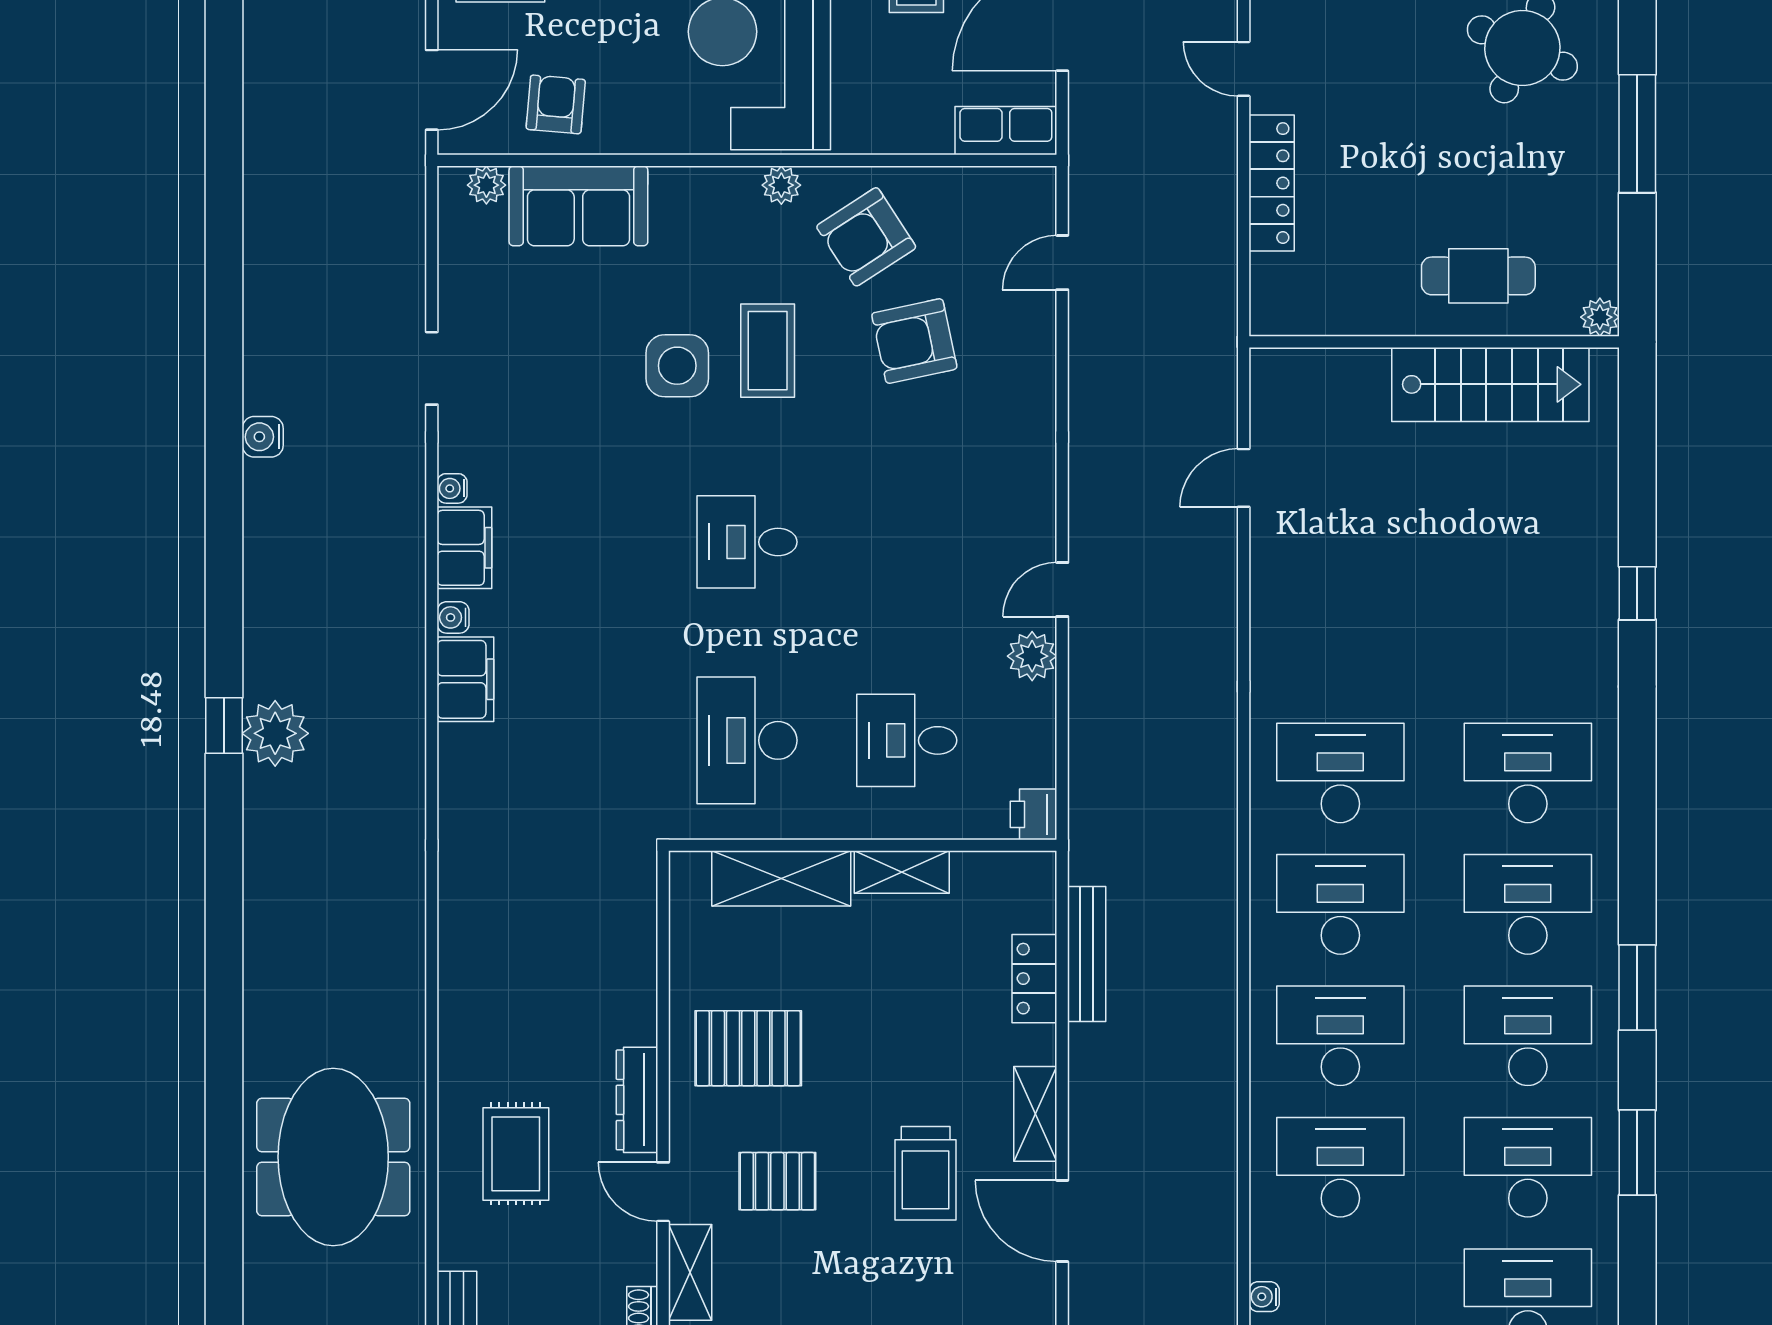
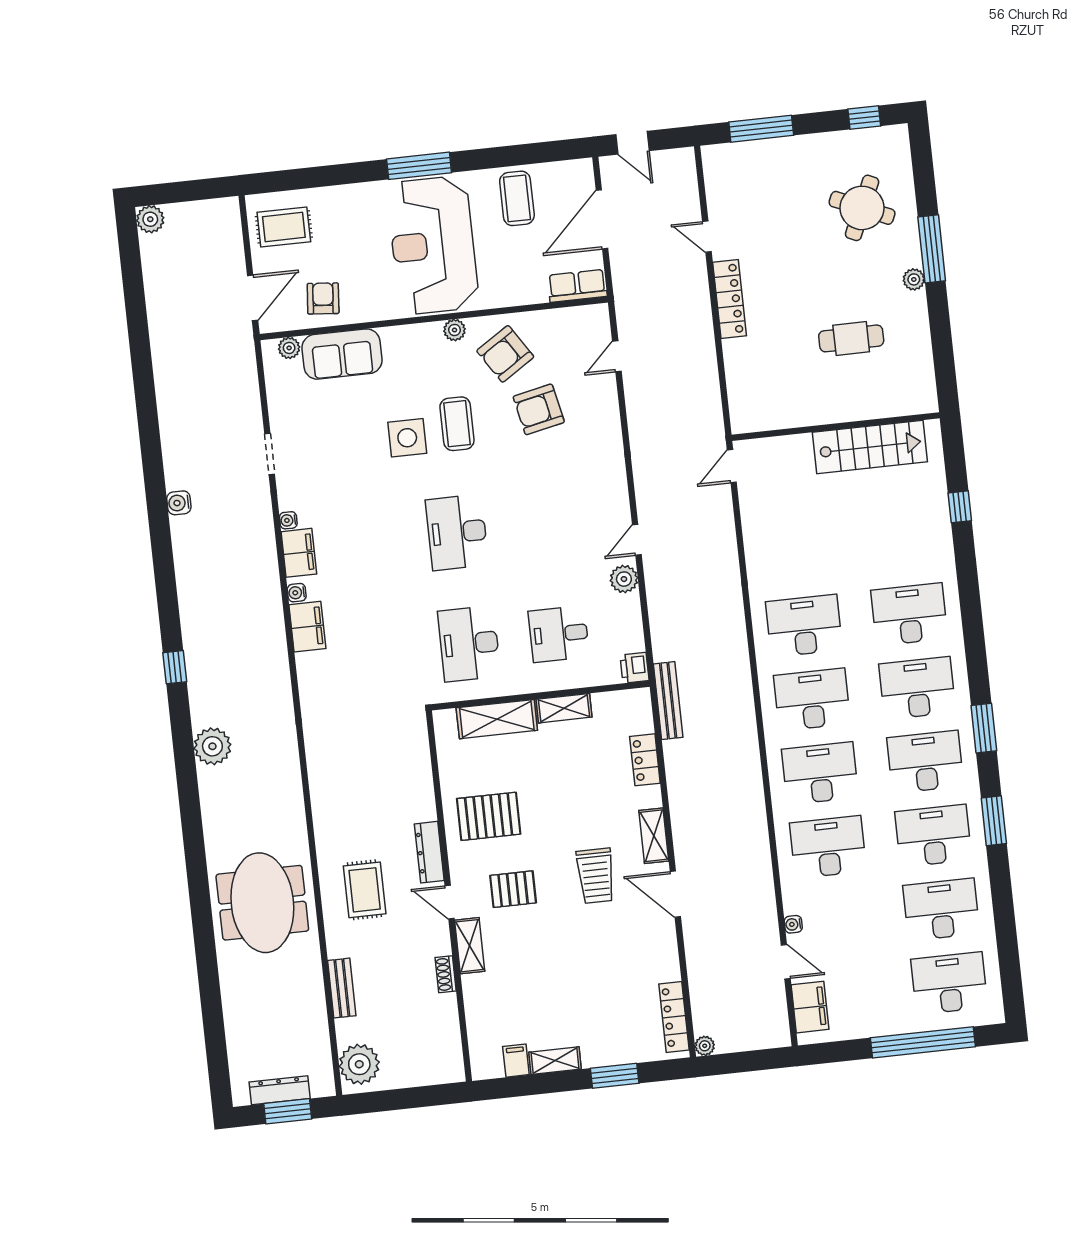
plant: (1600, 317) -> (914, 279), moved
wall: (1434, 342) -> (836, 427), moved
stairs: (1490, 384) -> (870, 447), moved
desk: (747, 542) -> (457, 532), width x1.37
plant: (275, 733) -> (212, 746), moved
bench: (1087, 954) -> (668, 701), moved

